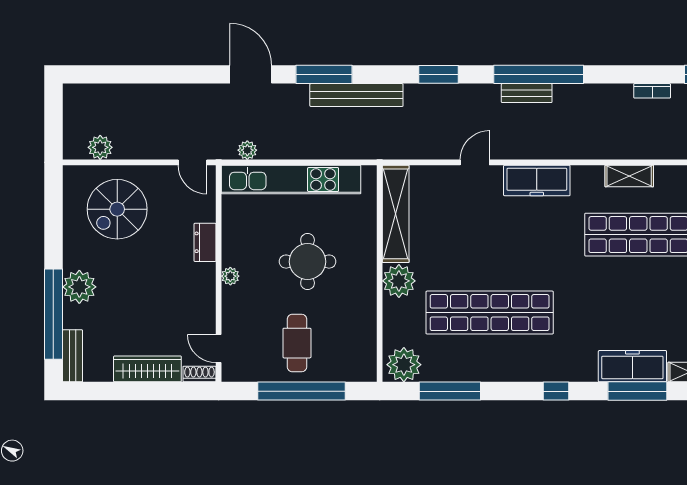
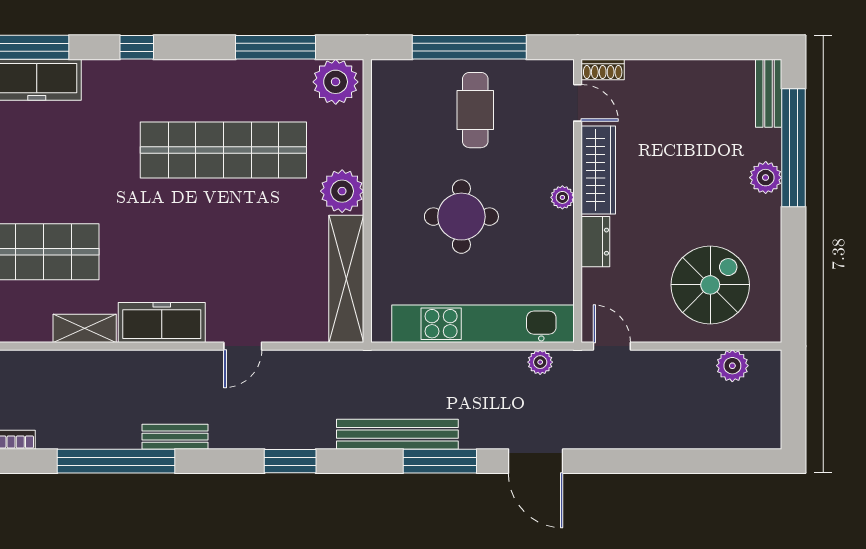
window: (539, 74) -> (116, 461), moved
shelving: (629, 176) -> (85, 328), moved
plant: (79, 287) -> (766, 178), width x0.73, depth x0.73
wardrobe: (147, 369) -> (598, 170), moved, turned -90

